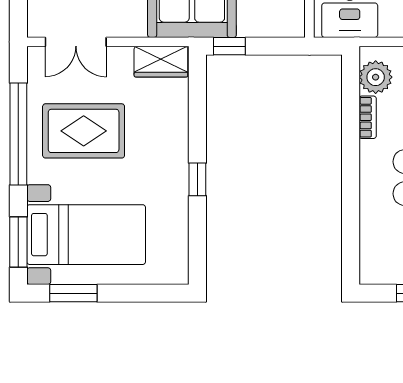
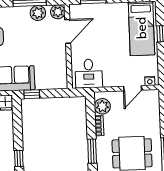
window: (351, 170) -> (92, 151), added

